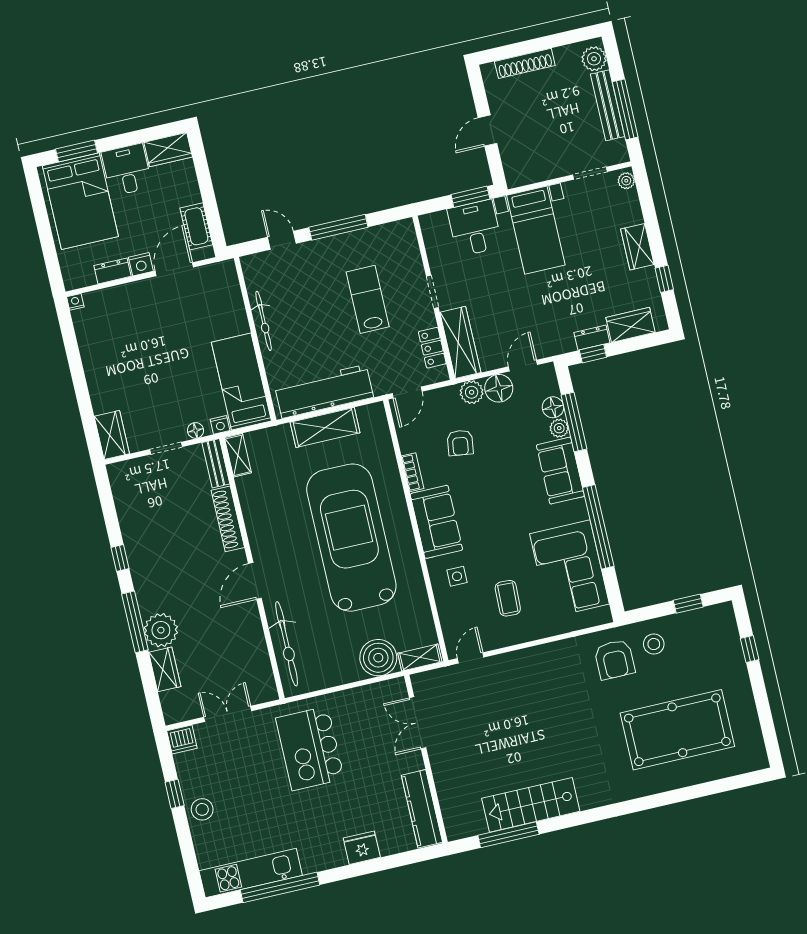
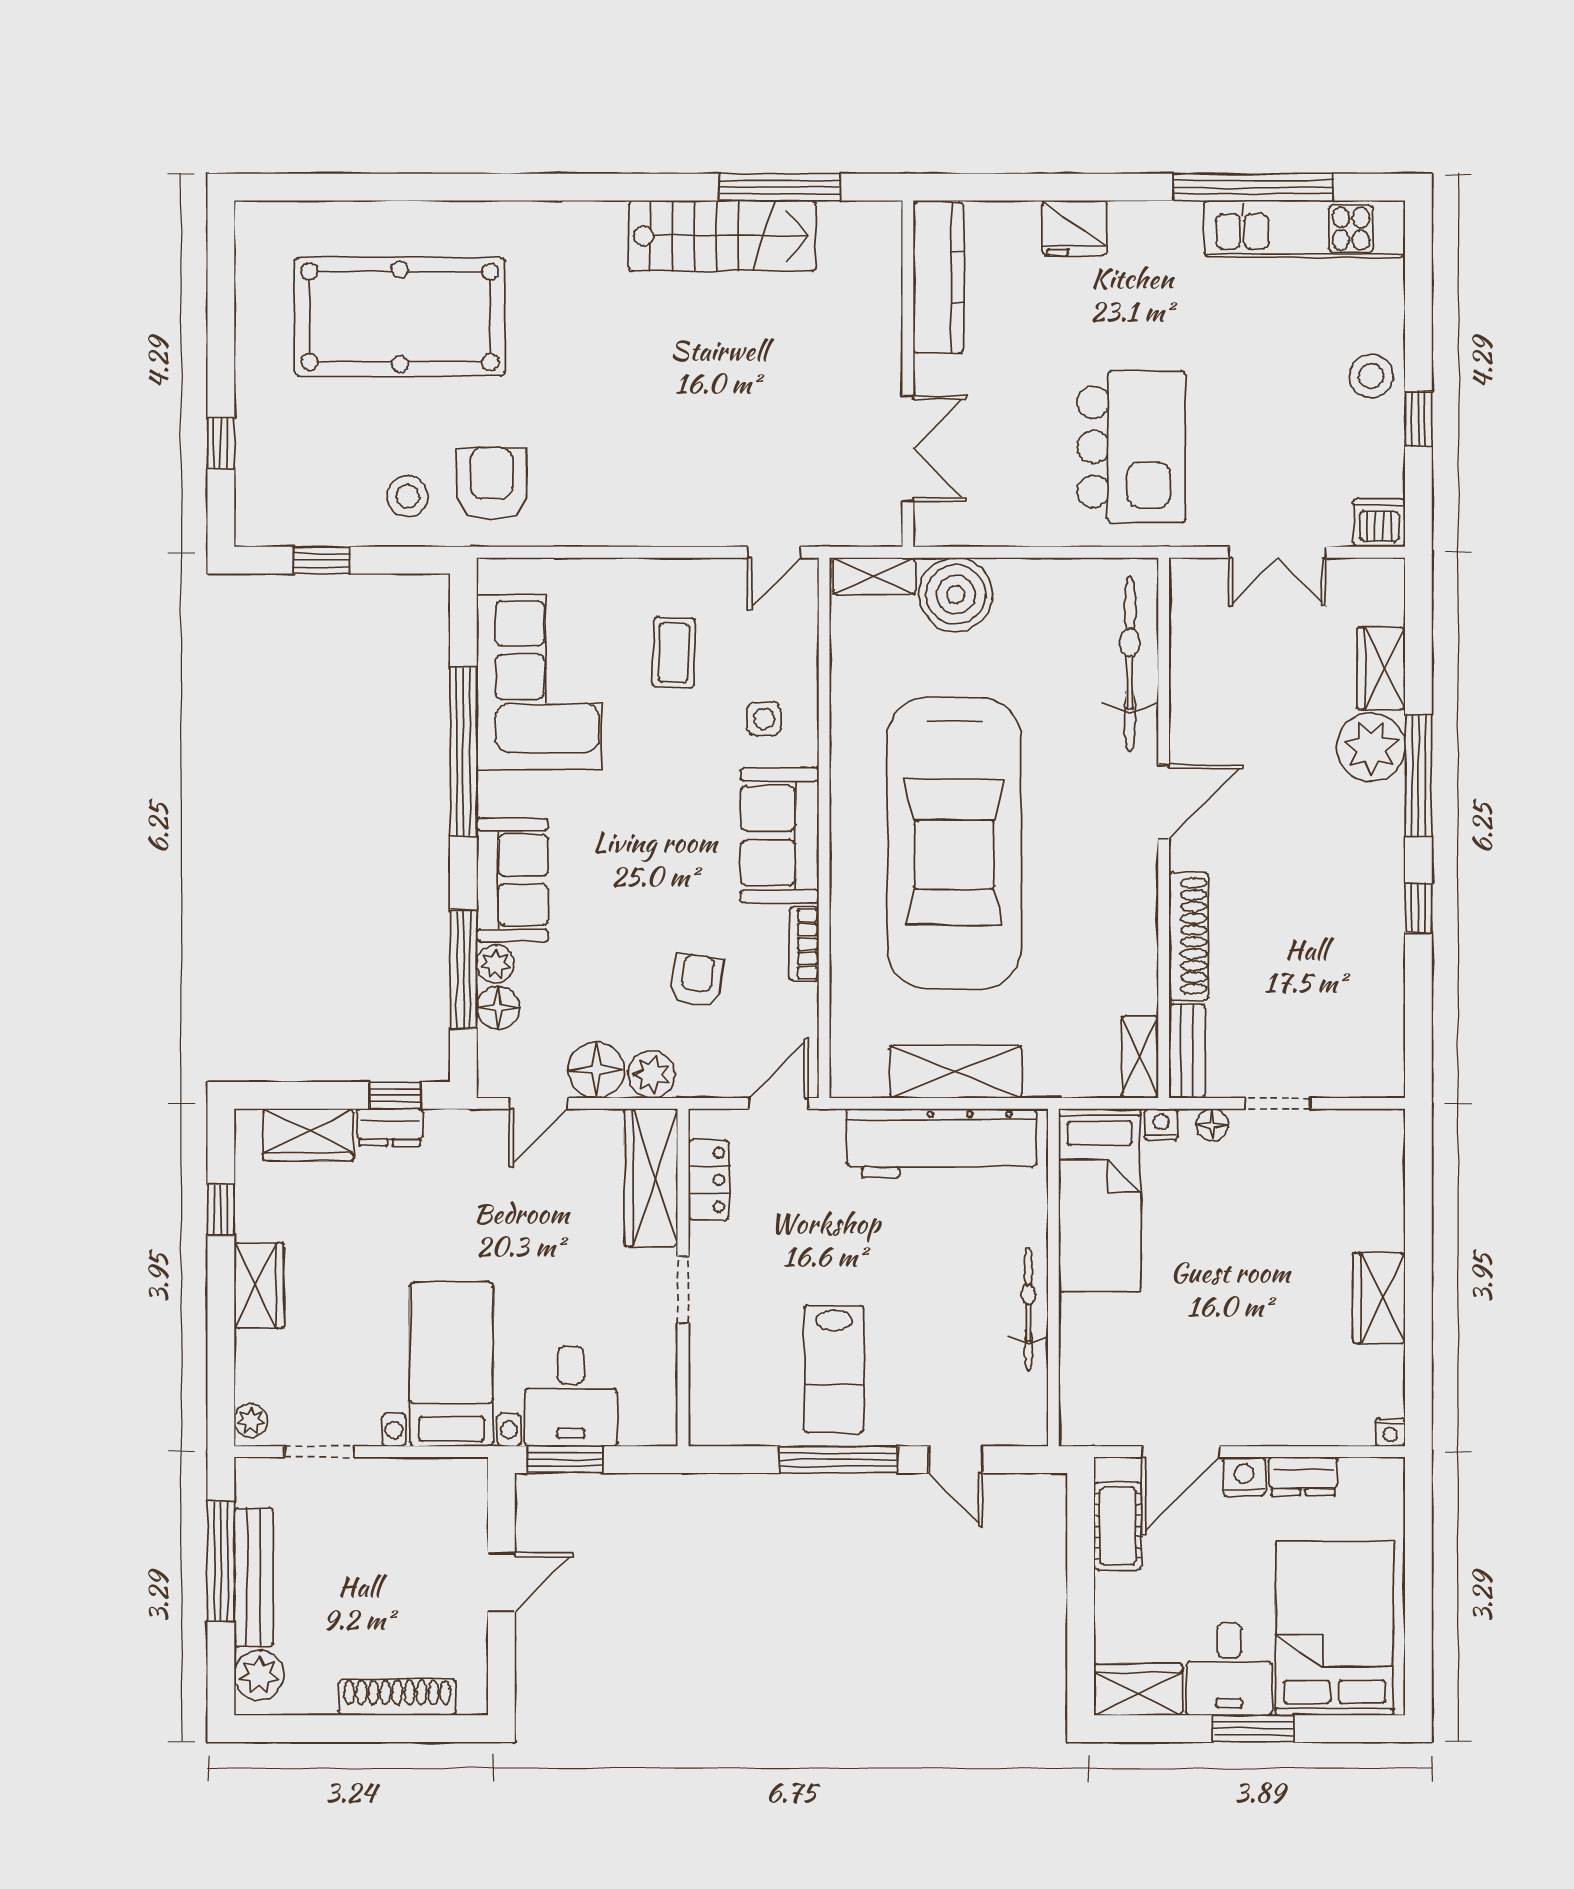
window: (77, 151) -> (1253, 1729), moved
lab bench: (368, 299) -> (834, 1369), moved
wardrobe: (112, 435) -> (1379, 1298), moved

